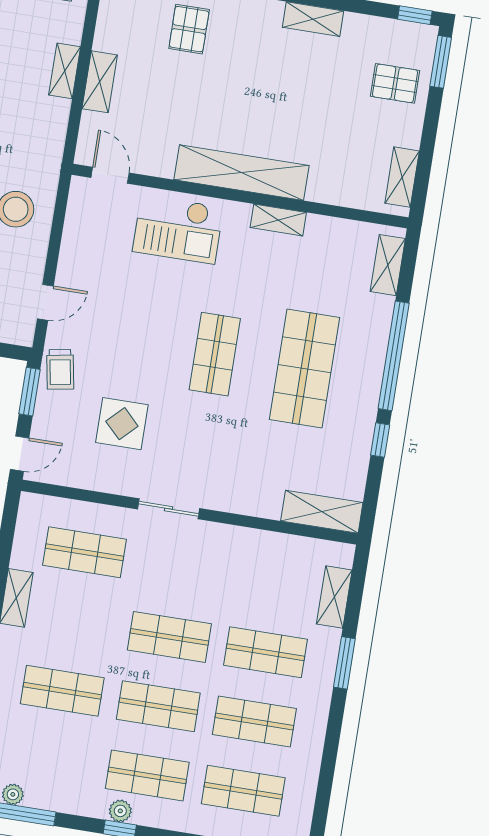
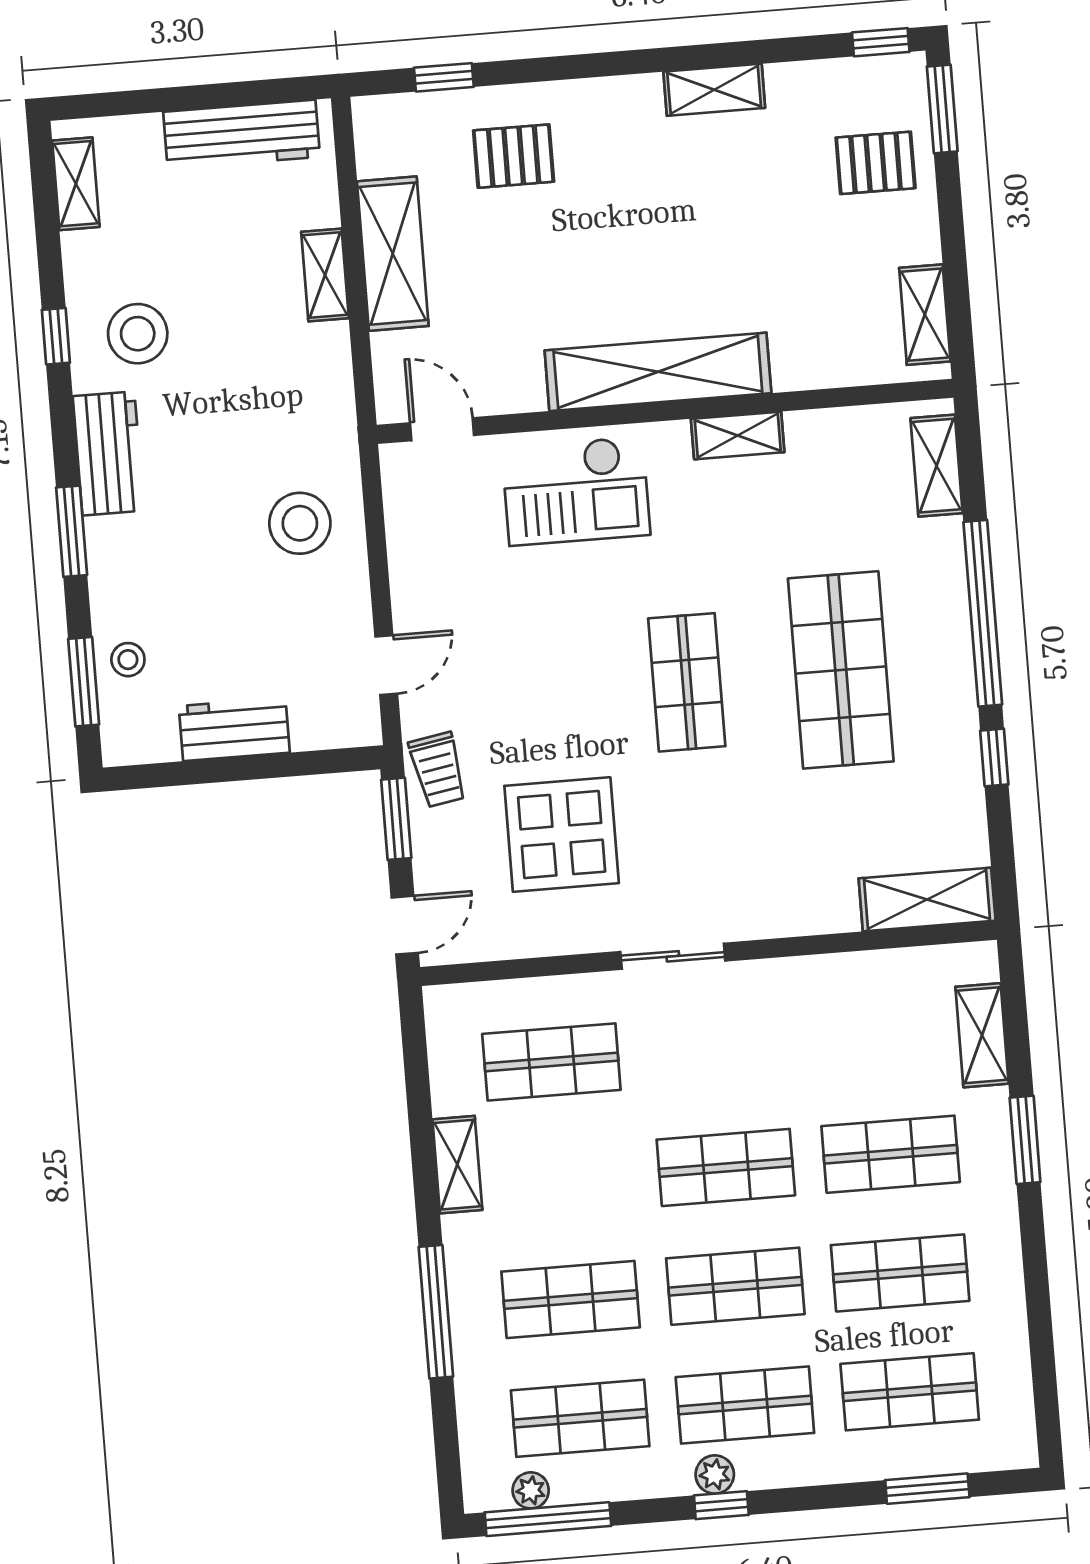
pallet: (189, 29) -> (514, 156), turned 90
shelving: (100, 82) -> (393, 254), width x1.50, depth x1.33
display table: (122, 424) -> (562, 834), width x1.36, depth x1.36
shop shelf: (51, 760) -> (580, 1418), added

